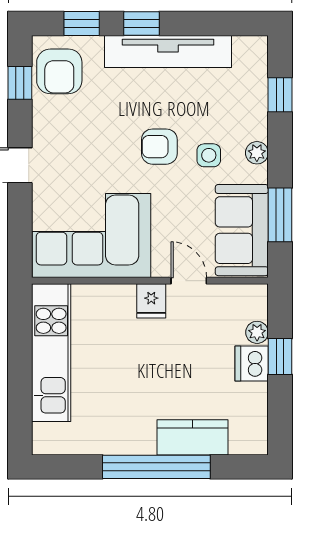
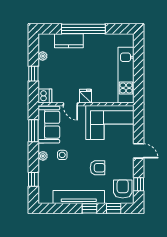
armchair: (159, 147) -> (98, 168), moved
plant: (257, 332) -> (43, 56), moved
dishwasher: (252, 364) -> (45, 96), moved

